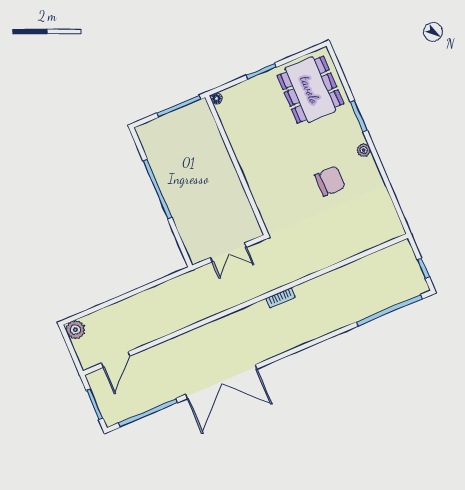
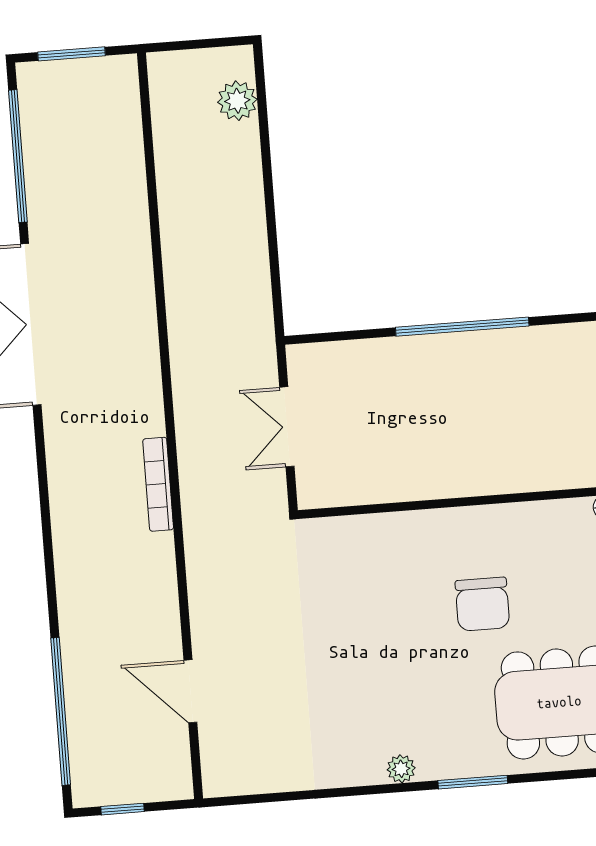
chair: (330, 181) -> (482, 604), moved
bookcase: (281, 298) -> (158, 484), width x1.56
plant: (75, 330) -> (237, 101), moved
door: (116, 360) -> (190, 691), moved

